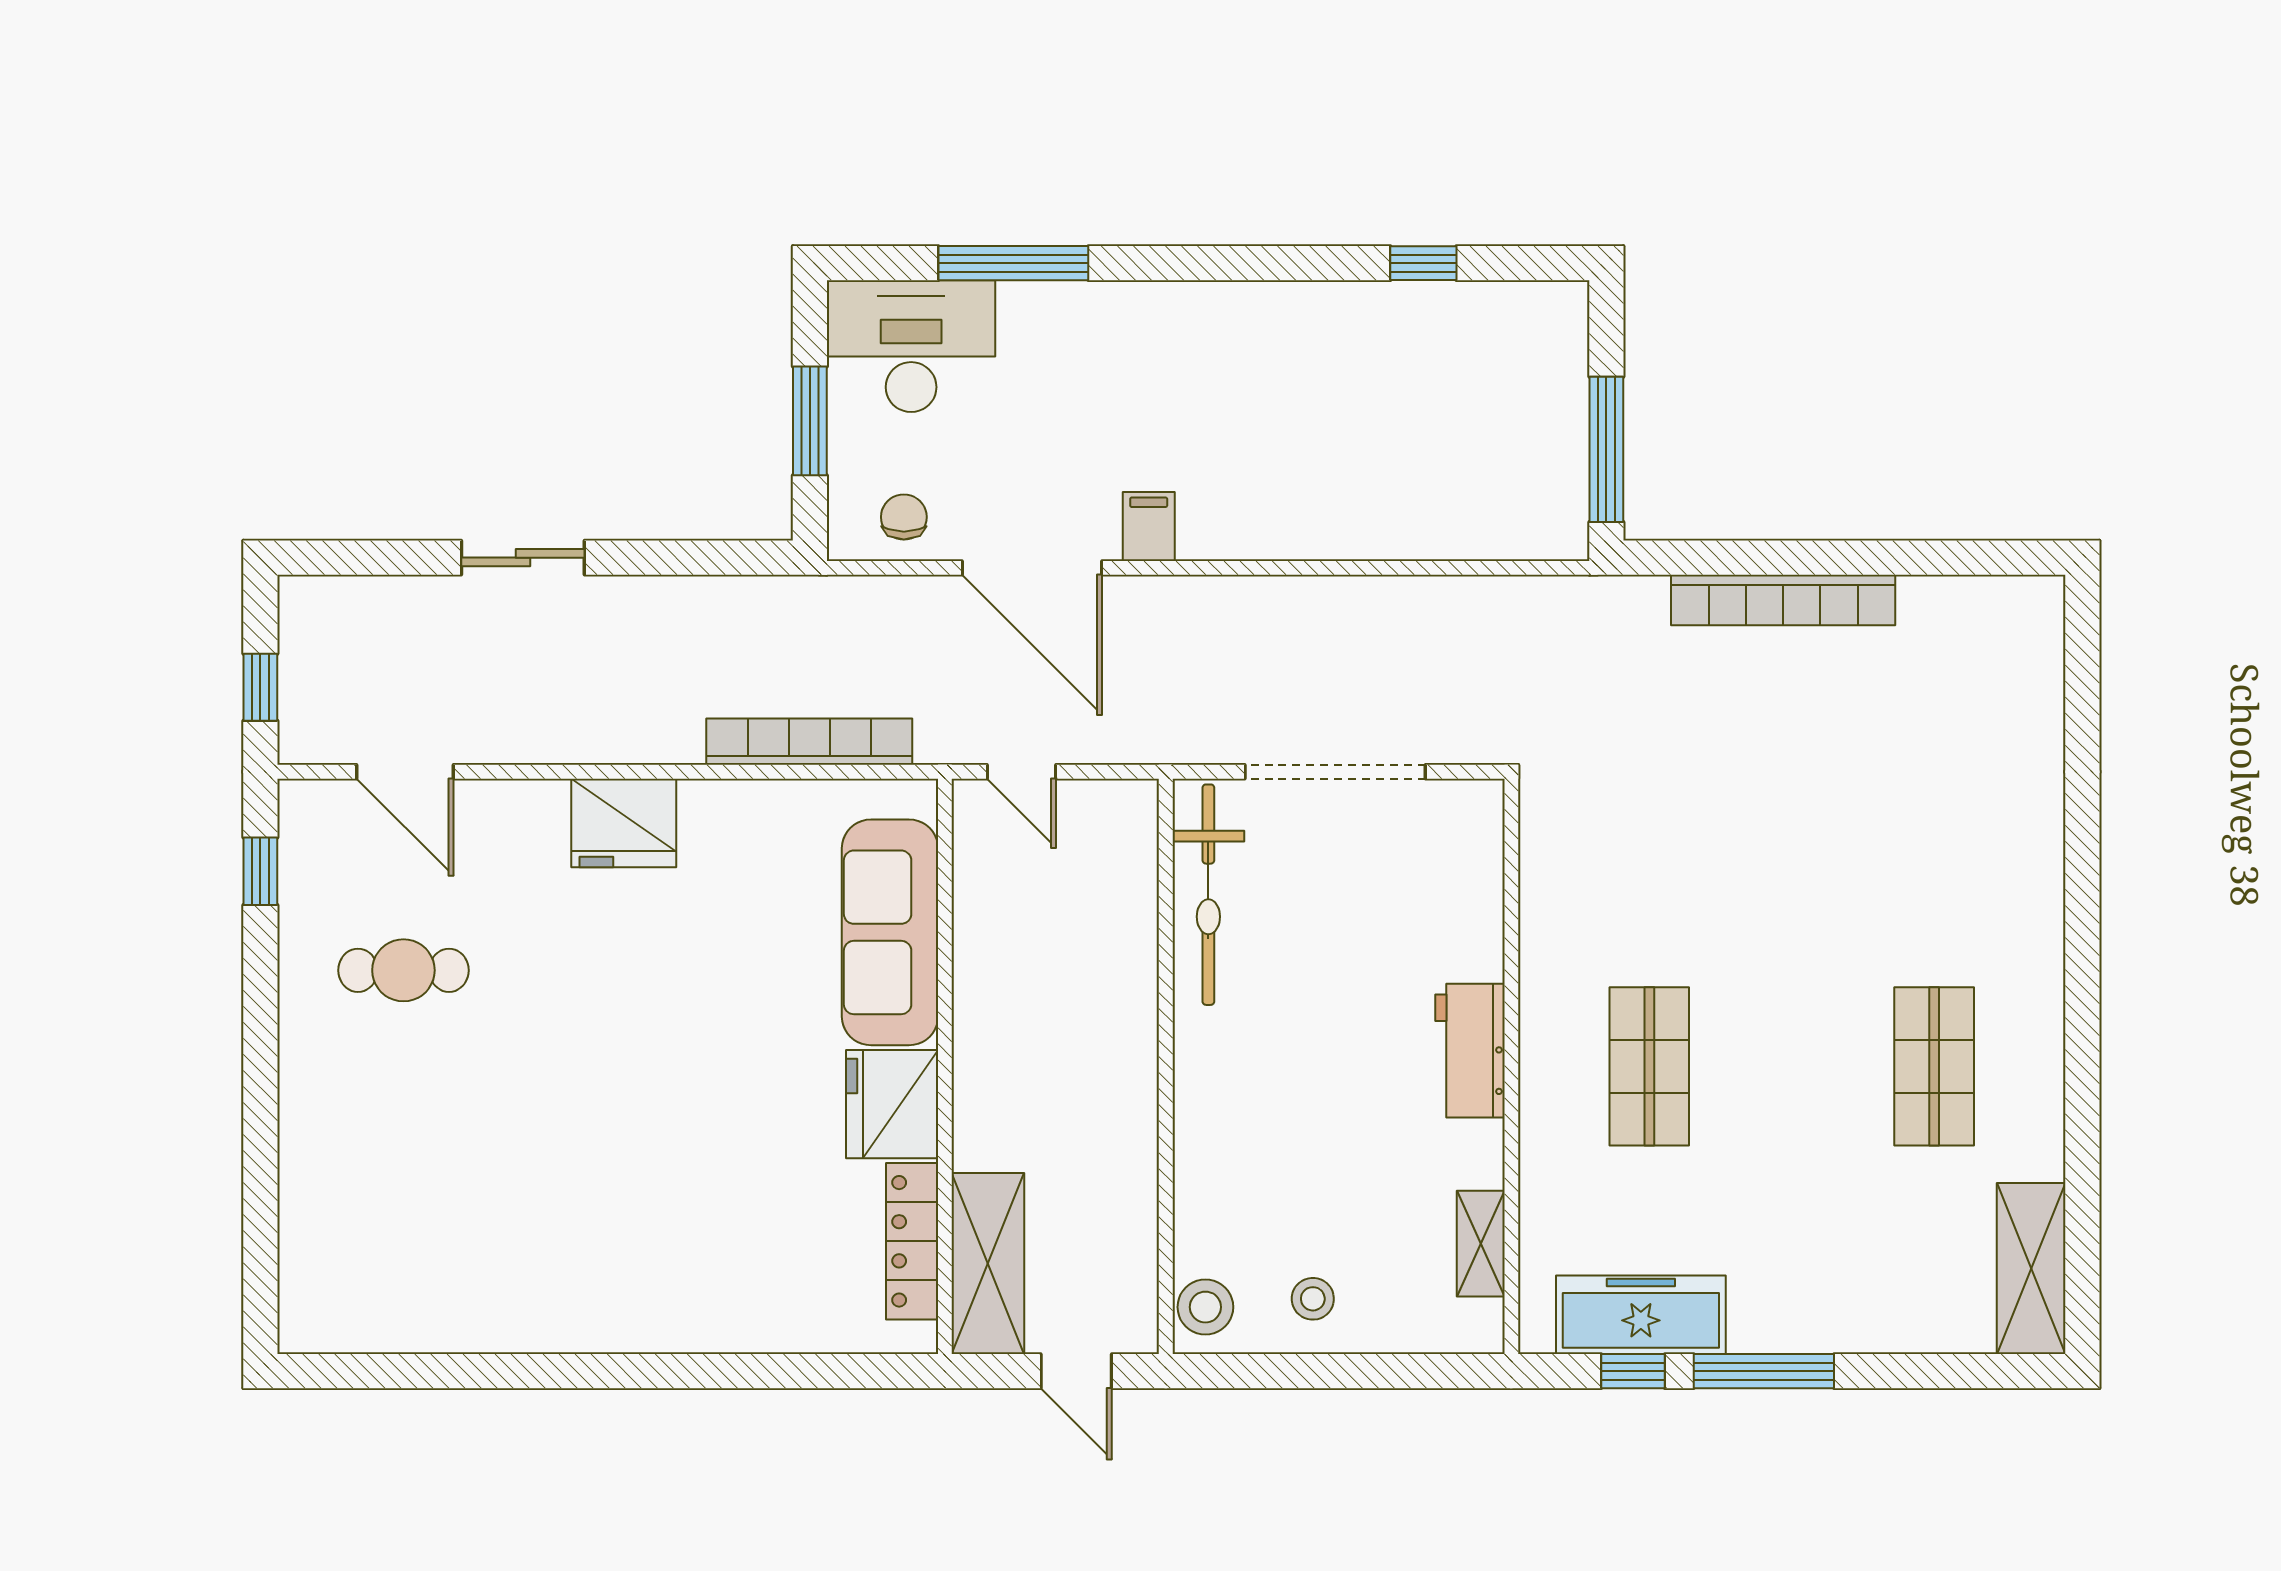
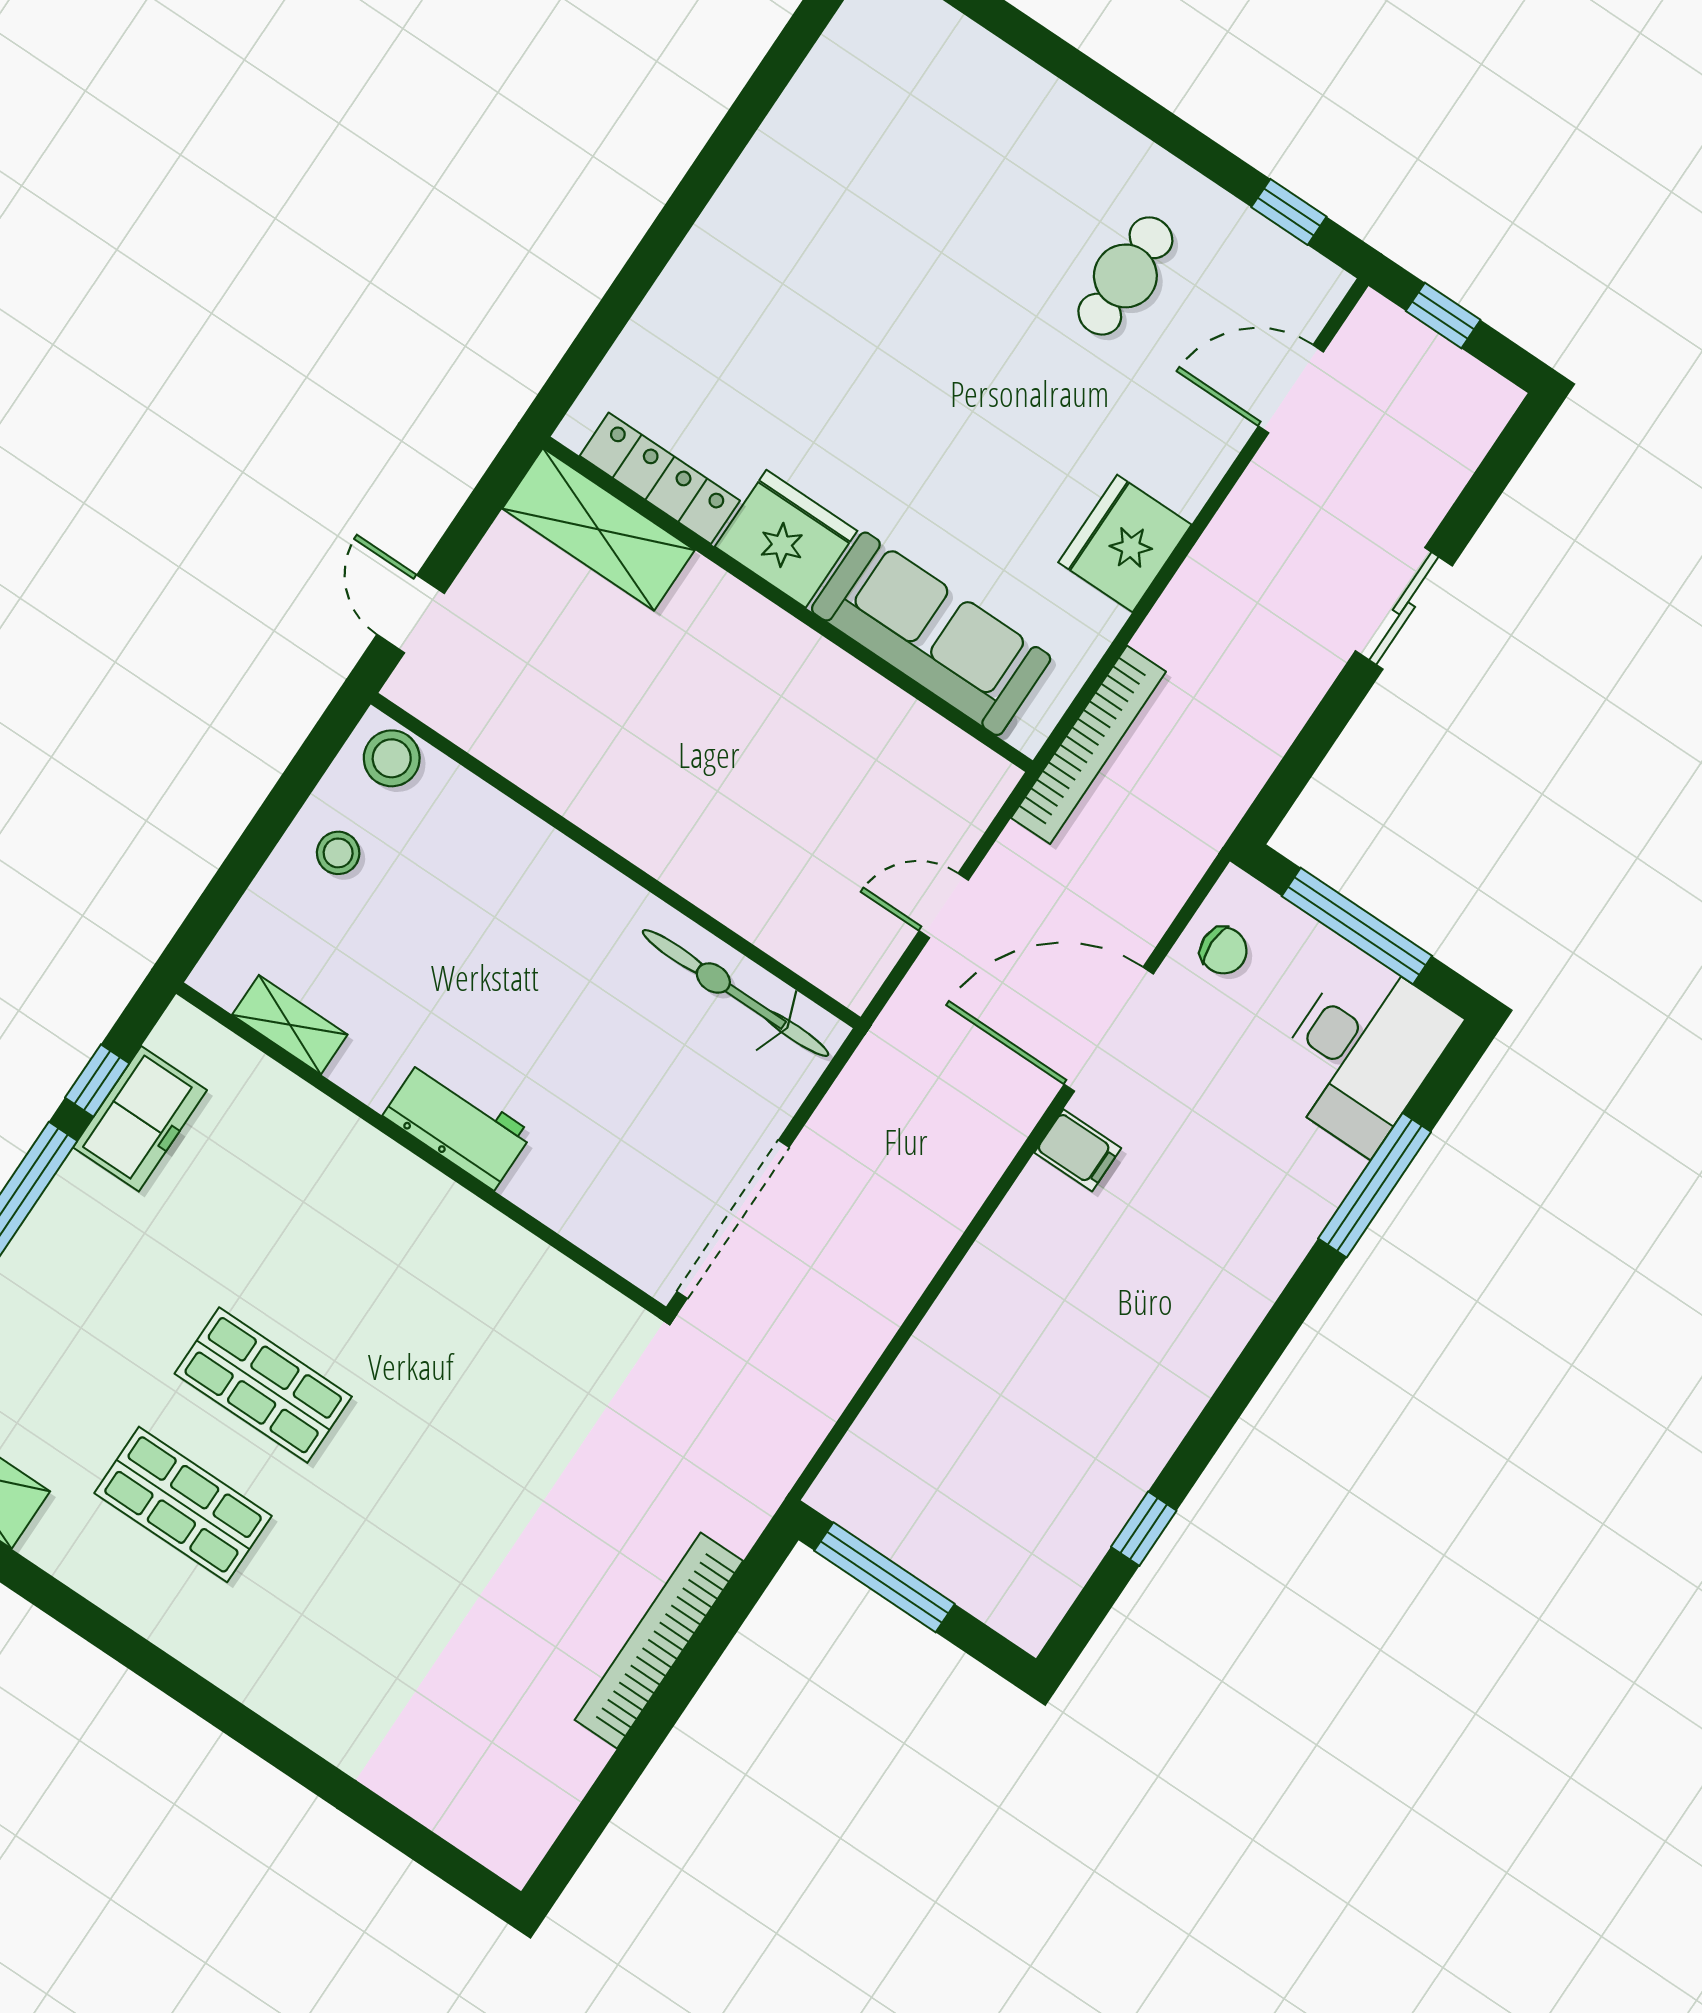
window: (810, 421) -> (1357, 926), width x1.44
doorway: (1335, 772) -> (733, 1219), moved
sofa: (890, 932) -> (931, 634), moved
wall: (945, 1066) -> (788, 604), moved
shop shelf: (1649, 1066) -> (263, 1385), moved
fridge: (892, 1104) -> (786, 539), moved
locker: (912, 1241) -> (660, 478), moved
shelving: (988, 1263) -> (599, 529), moved
freezer: (1641, 1315) -> (140, 1119), width x0.71
door: (1076, 1371) -> (411, 614), hinge flipped

